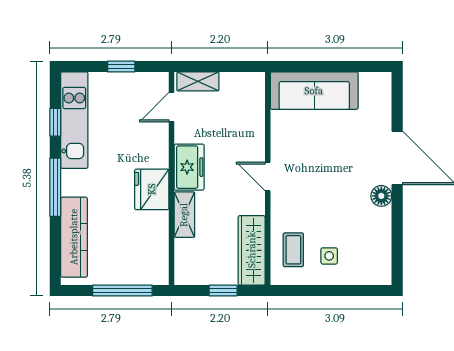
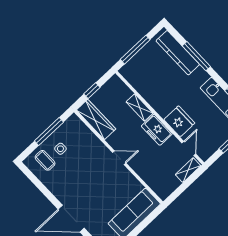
window: (55, 187) -> (196, 56), moved
fridge: (152, 189) -> (179, 121), moved
floor lamp: (381, 196) -> (62, 196), removed
coffee table: (293, 250) -> (45, 160), moved
window: (323, 290) -> (49, 131), added

